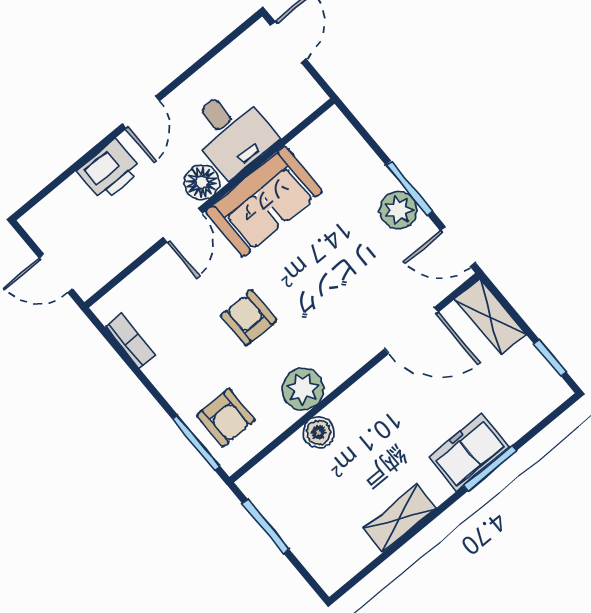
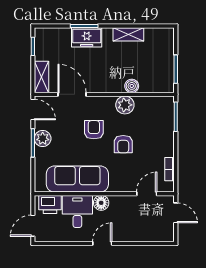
printer: (109, 170) -> (50, 204), moved, turned 180
sofa: (264, 201) -> (77, 179), width x1.36
door: (183, 225) -> (147, 194), moved
armchair: (226, 418) -> (94, 130), moved

